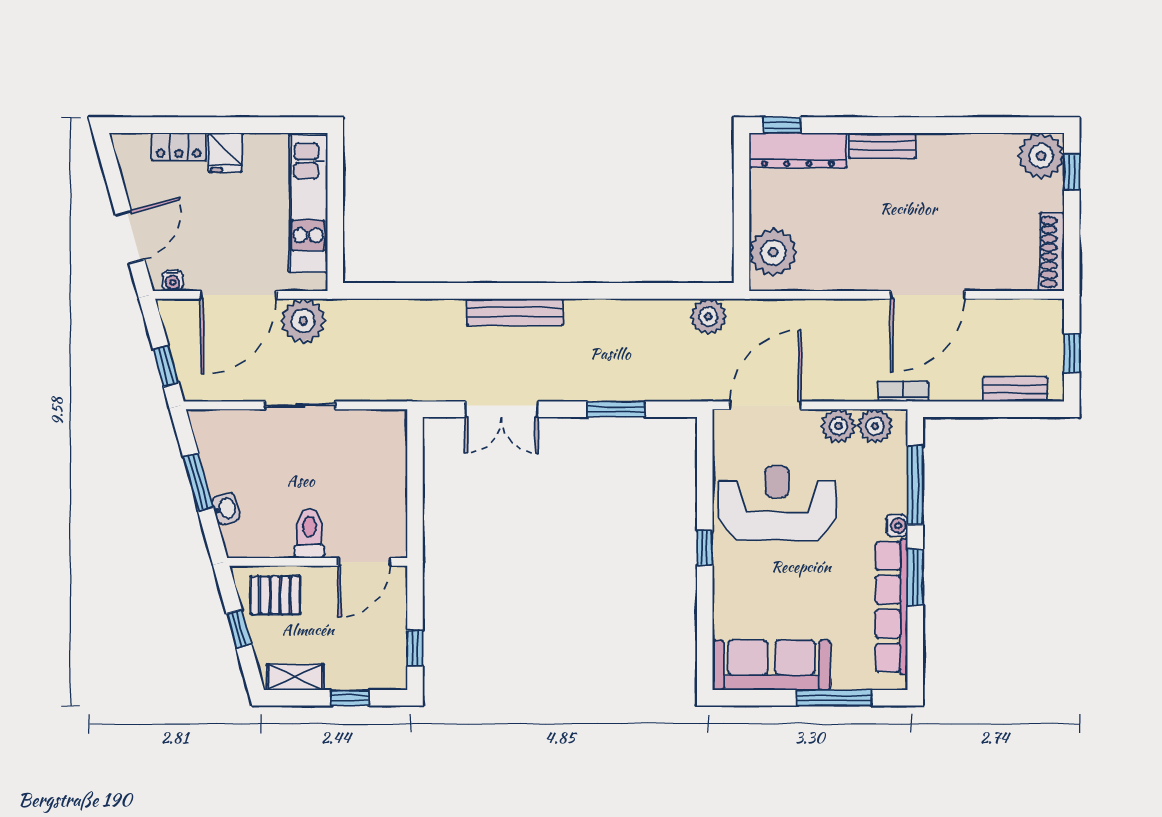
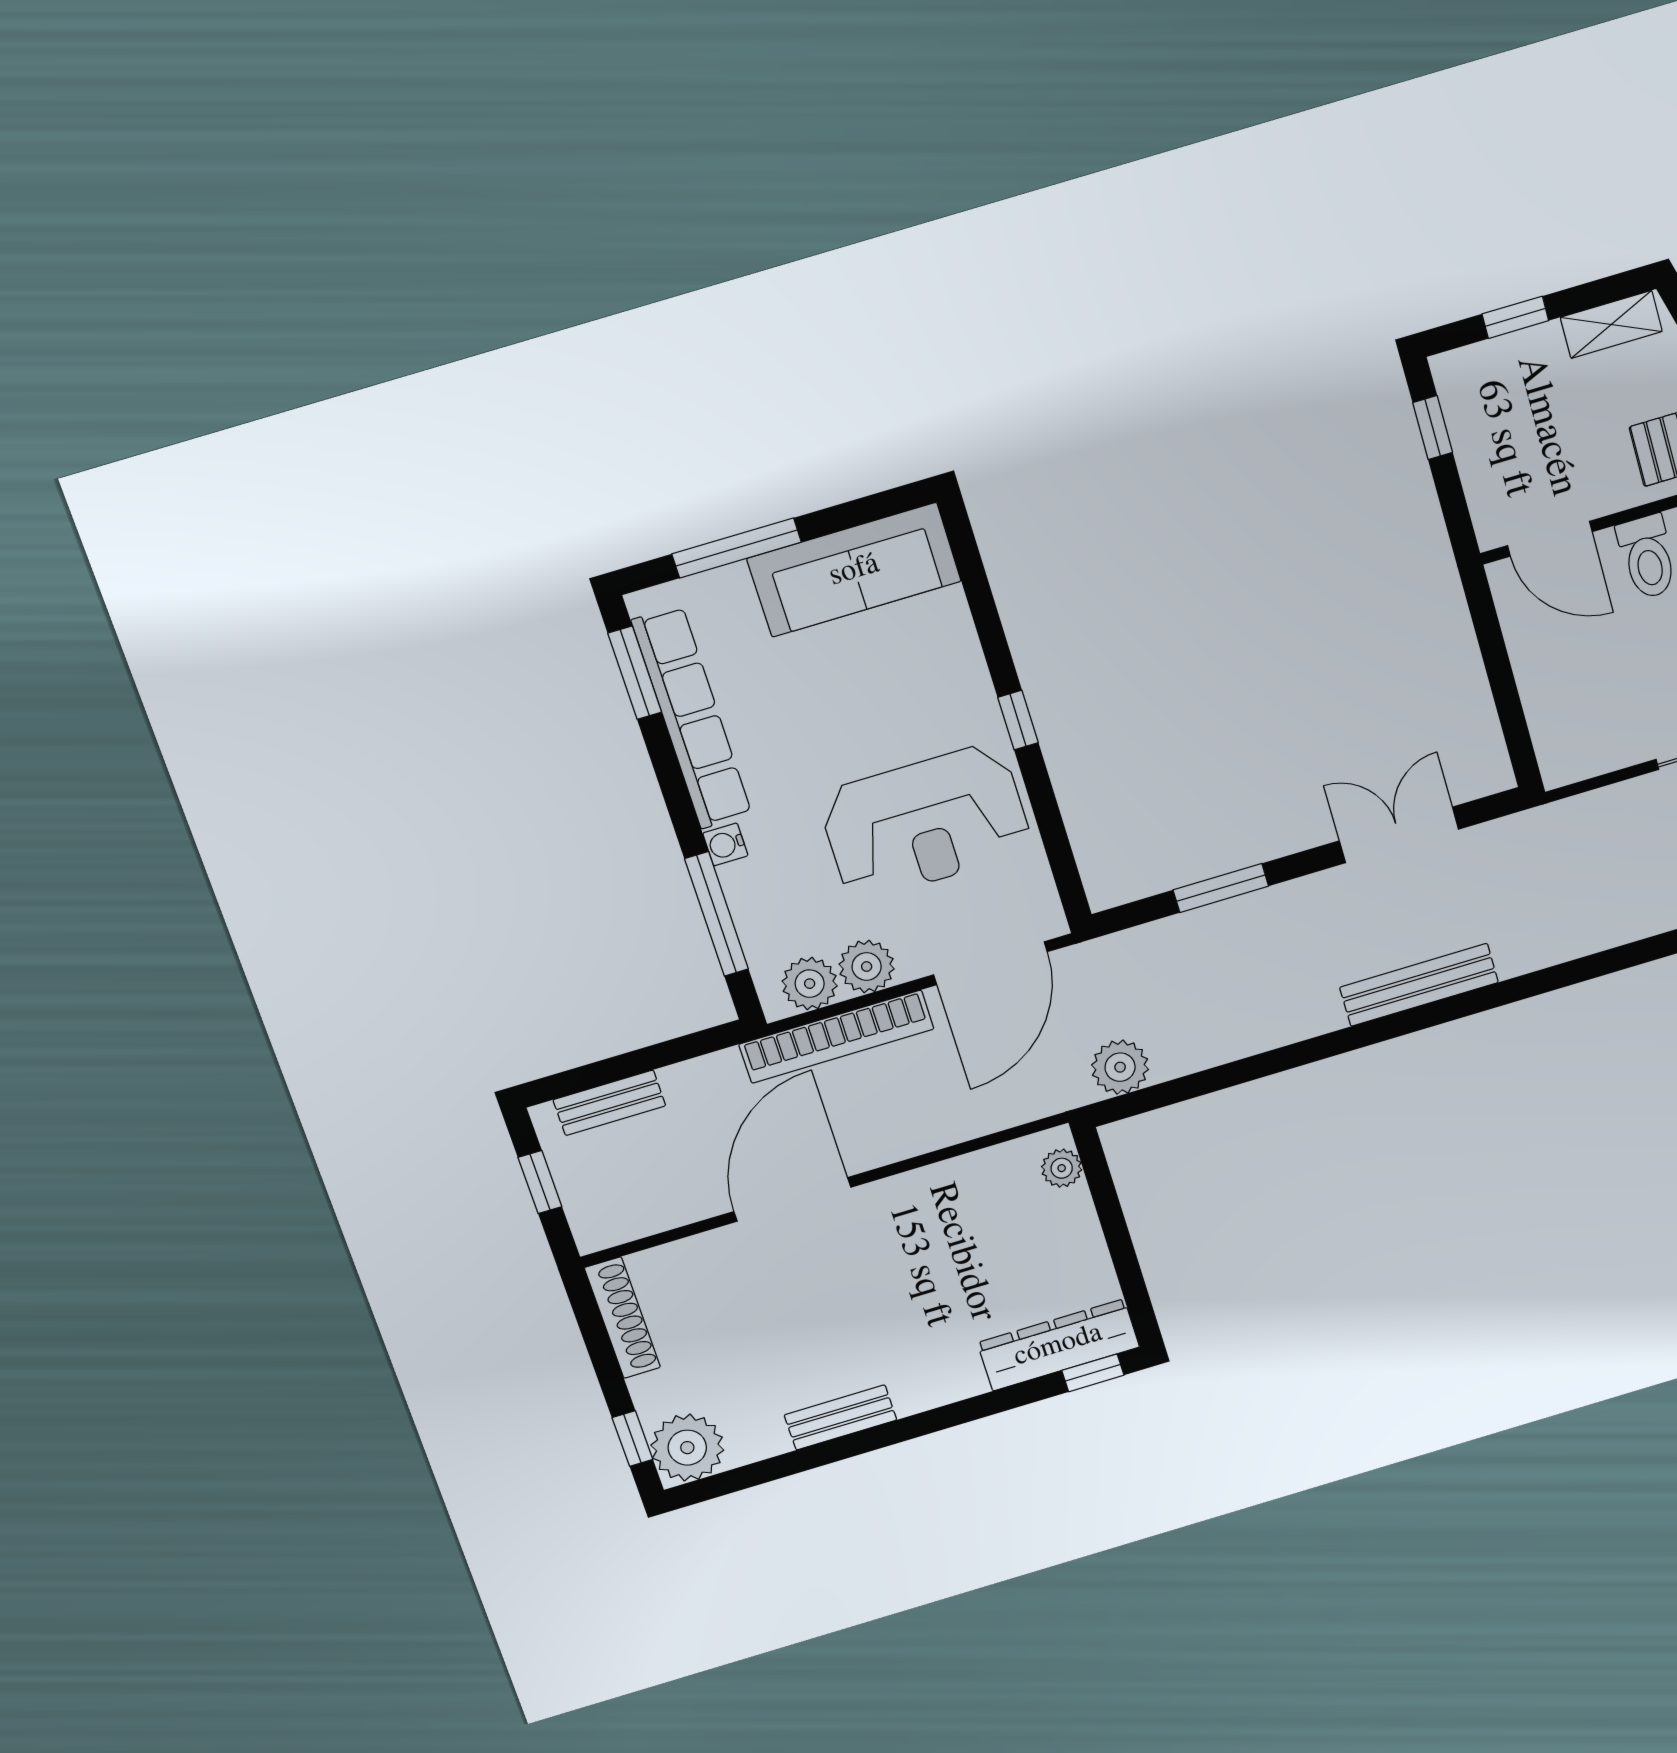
bench: (882, 146) -> (841, 1417), moved
plant: (773, 252) -> (1062, 1168), width x0.53, depth x0.53
bookcase: (903, 391) -> (836, 1037), width x2.31, depth x1.31
door: (364, 562) -> (1550, 539), swing flipped
window: (915, 577) -> (635, 673), moved

